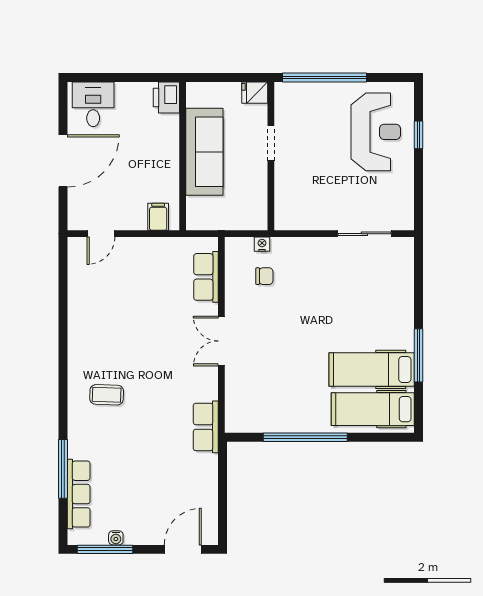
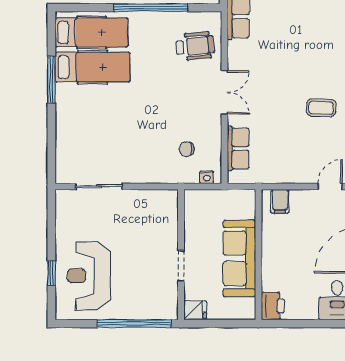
nightstand: (262, 244) -> (207, 177), moved
wheelchair: (255, 393) -> (195, 46), added
coffee table: (107, 395) -> (321, 108), moved

